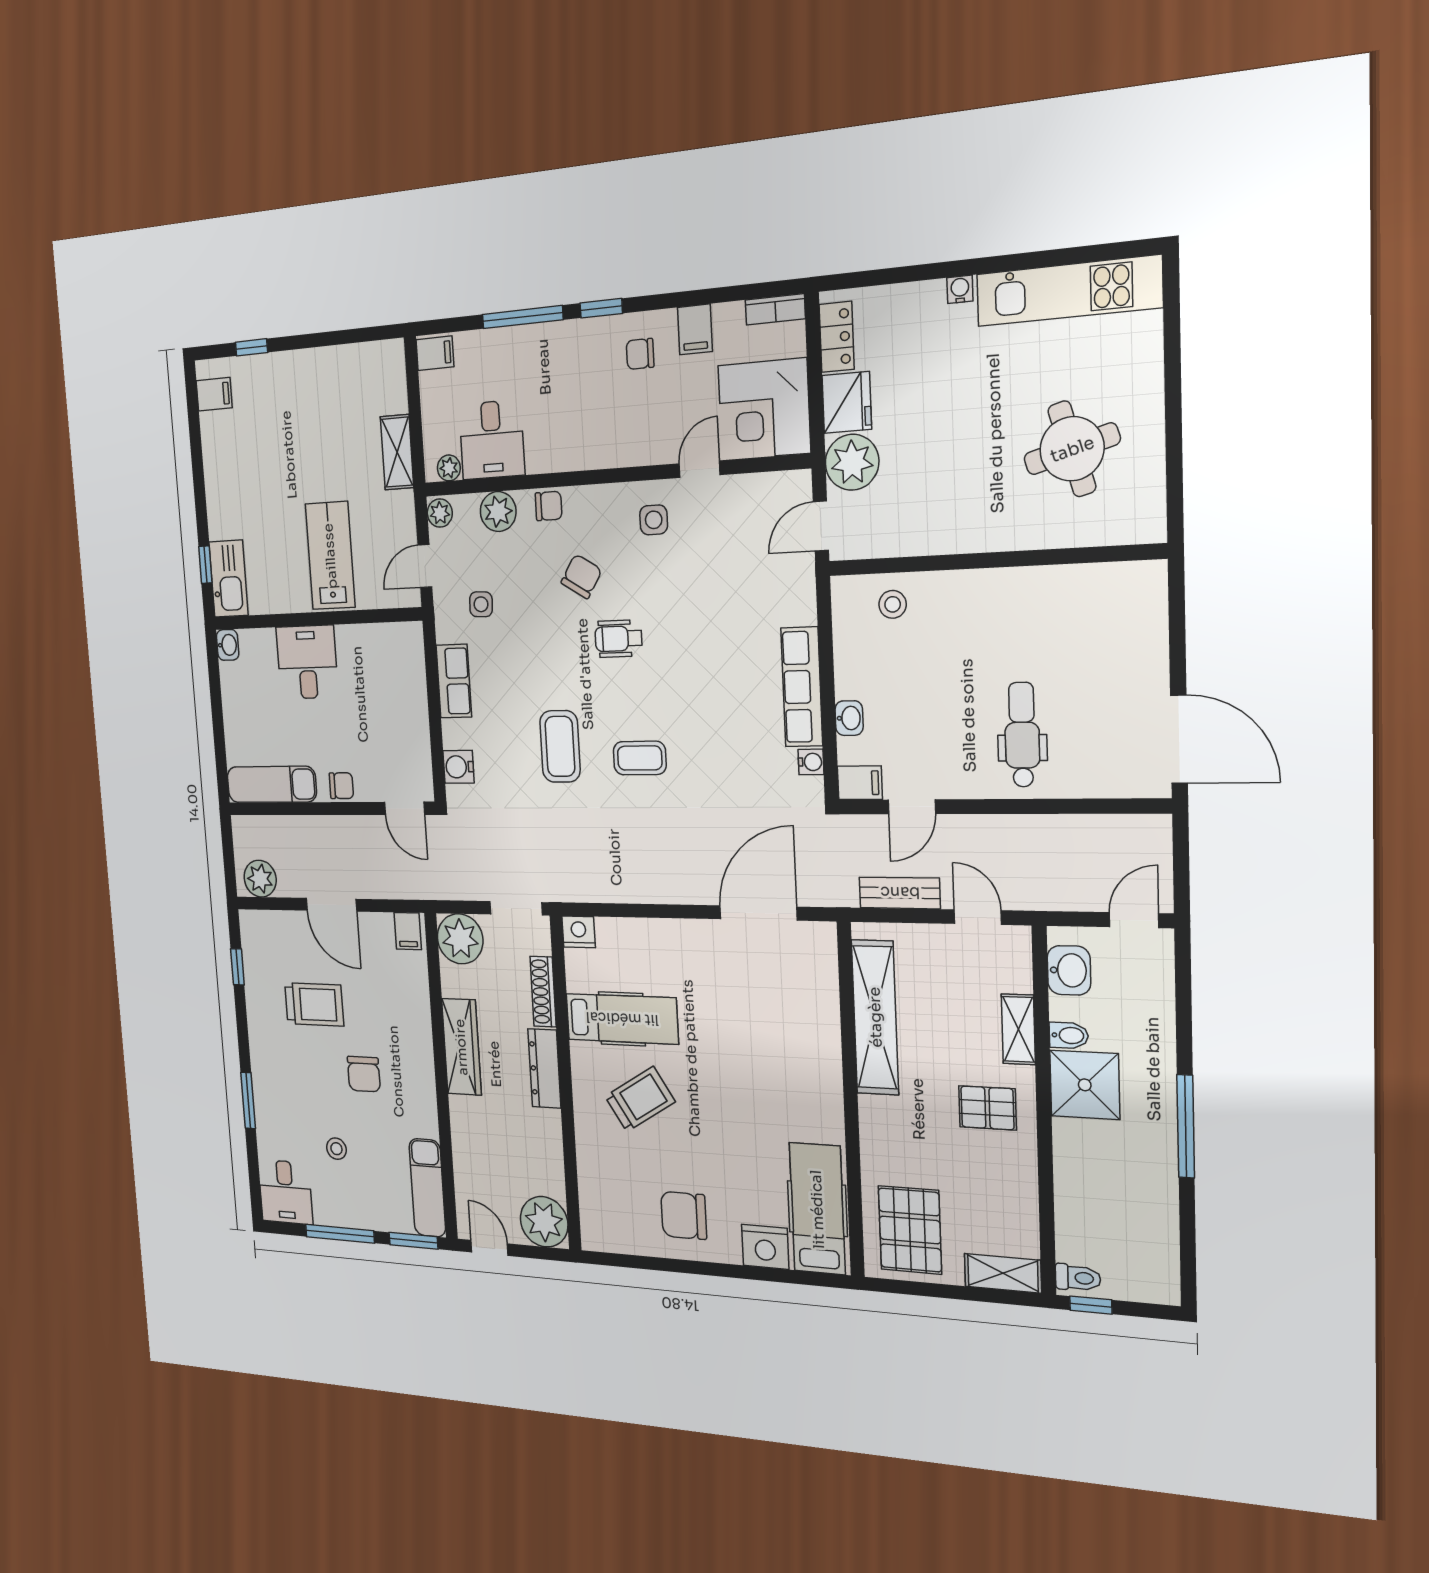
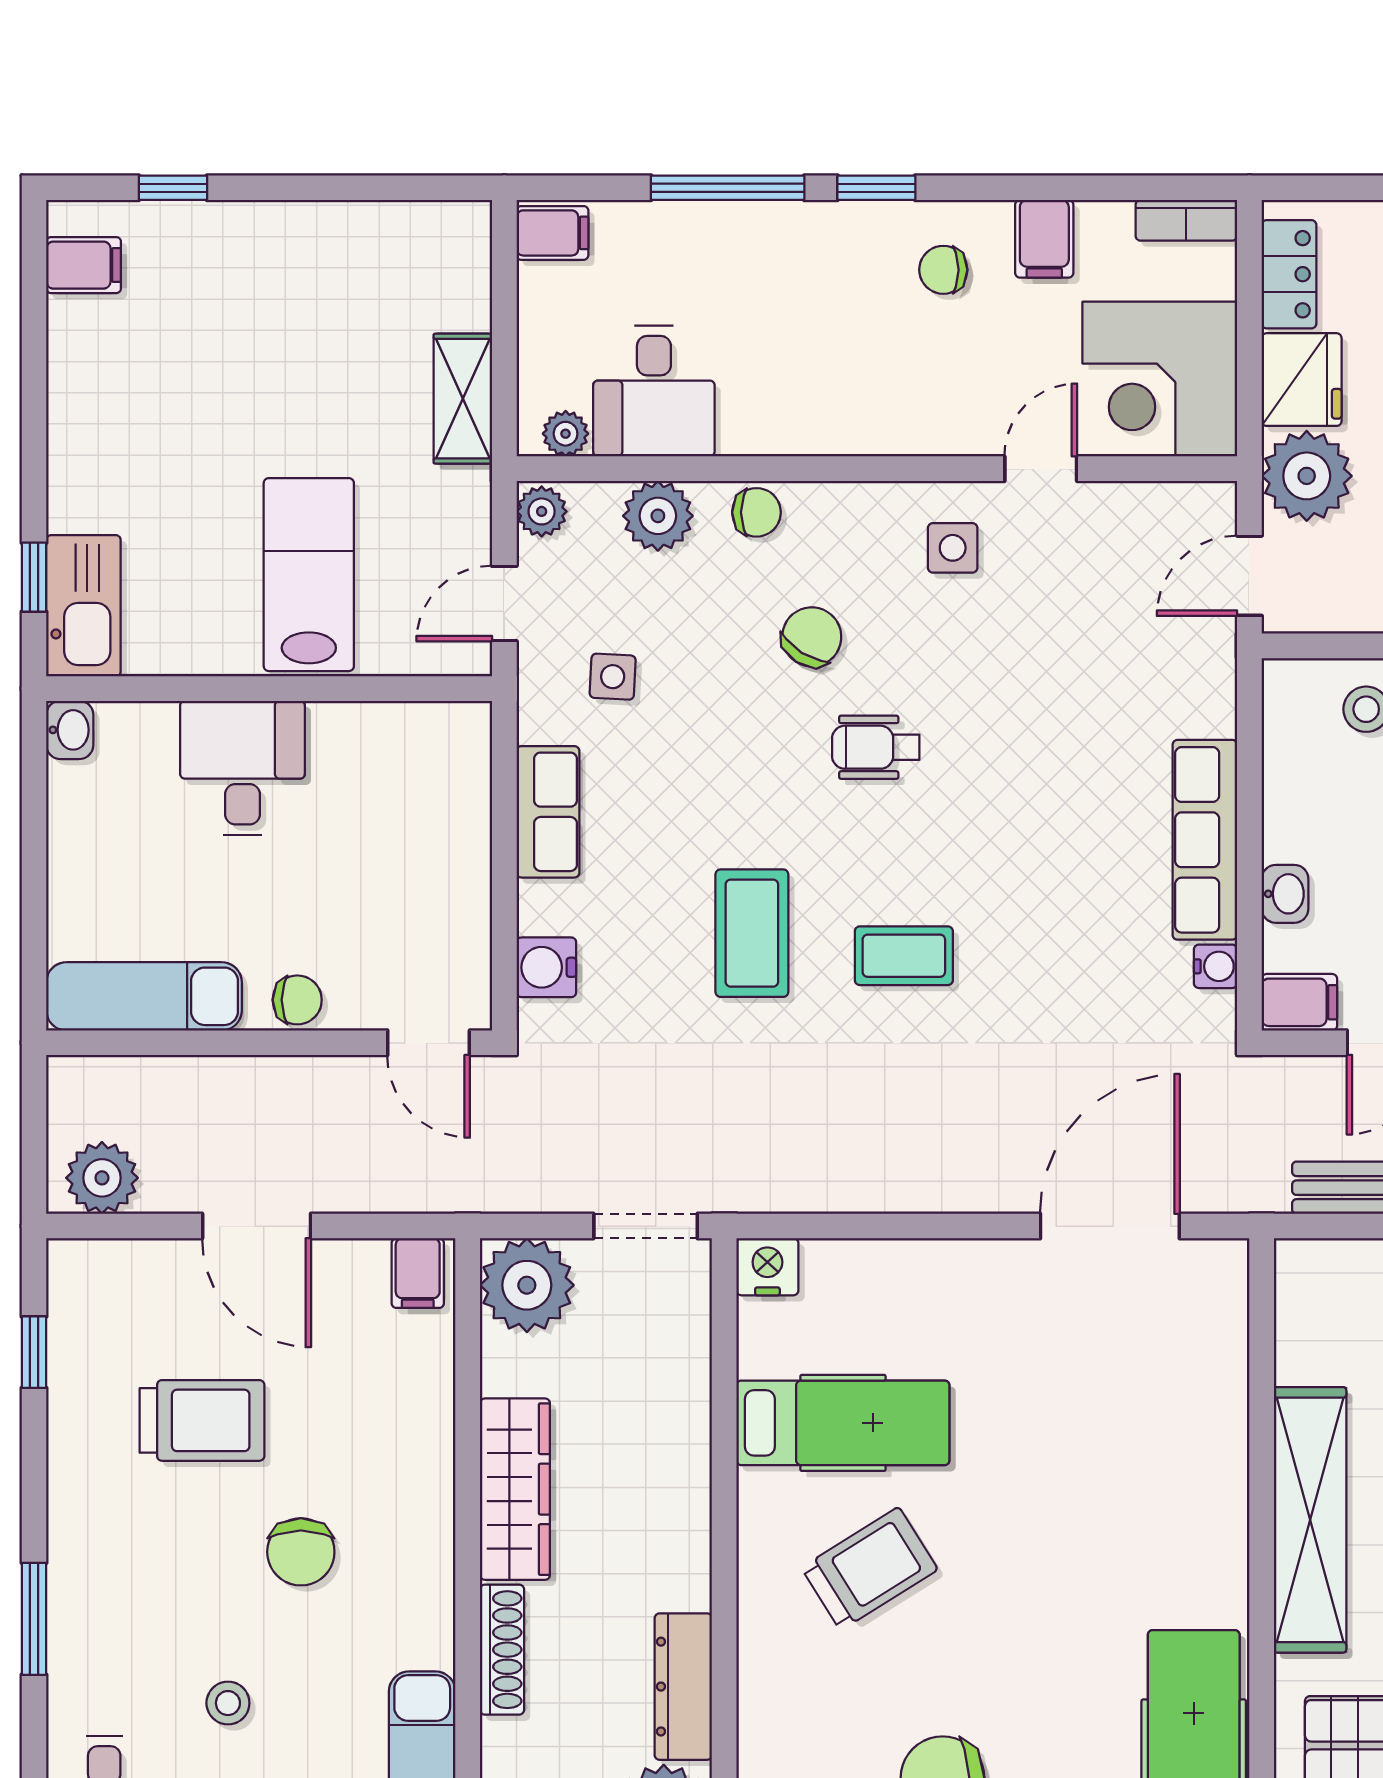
shoe rack: (543, 992) -> (502, 1650), moved, turned 180
shelving: (875, 1017) -> (1310, 1520), moved
dresser: (544, 1068) -> (683, 1687), moved

